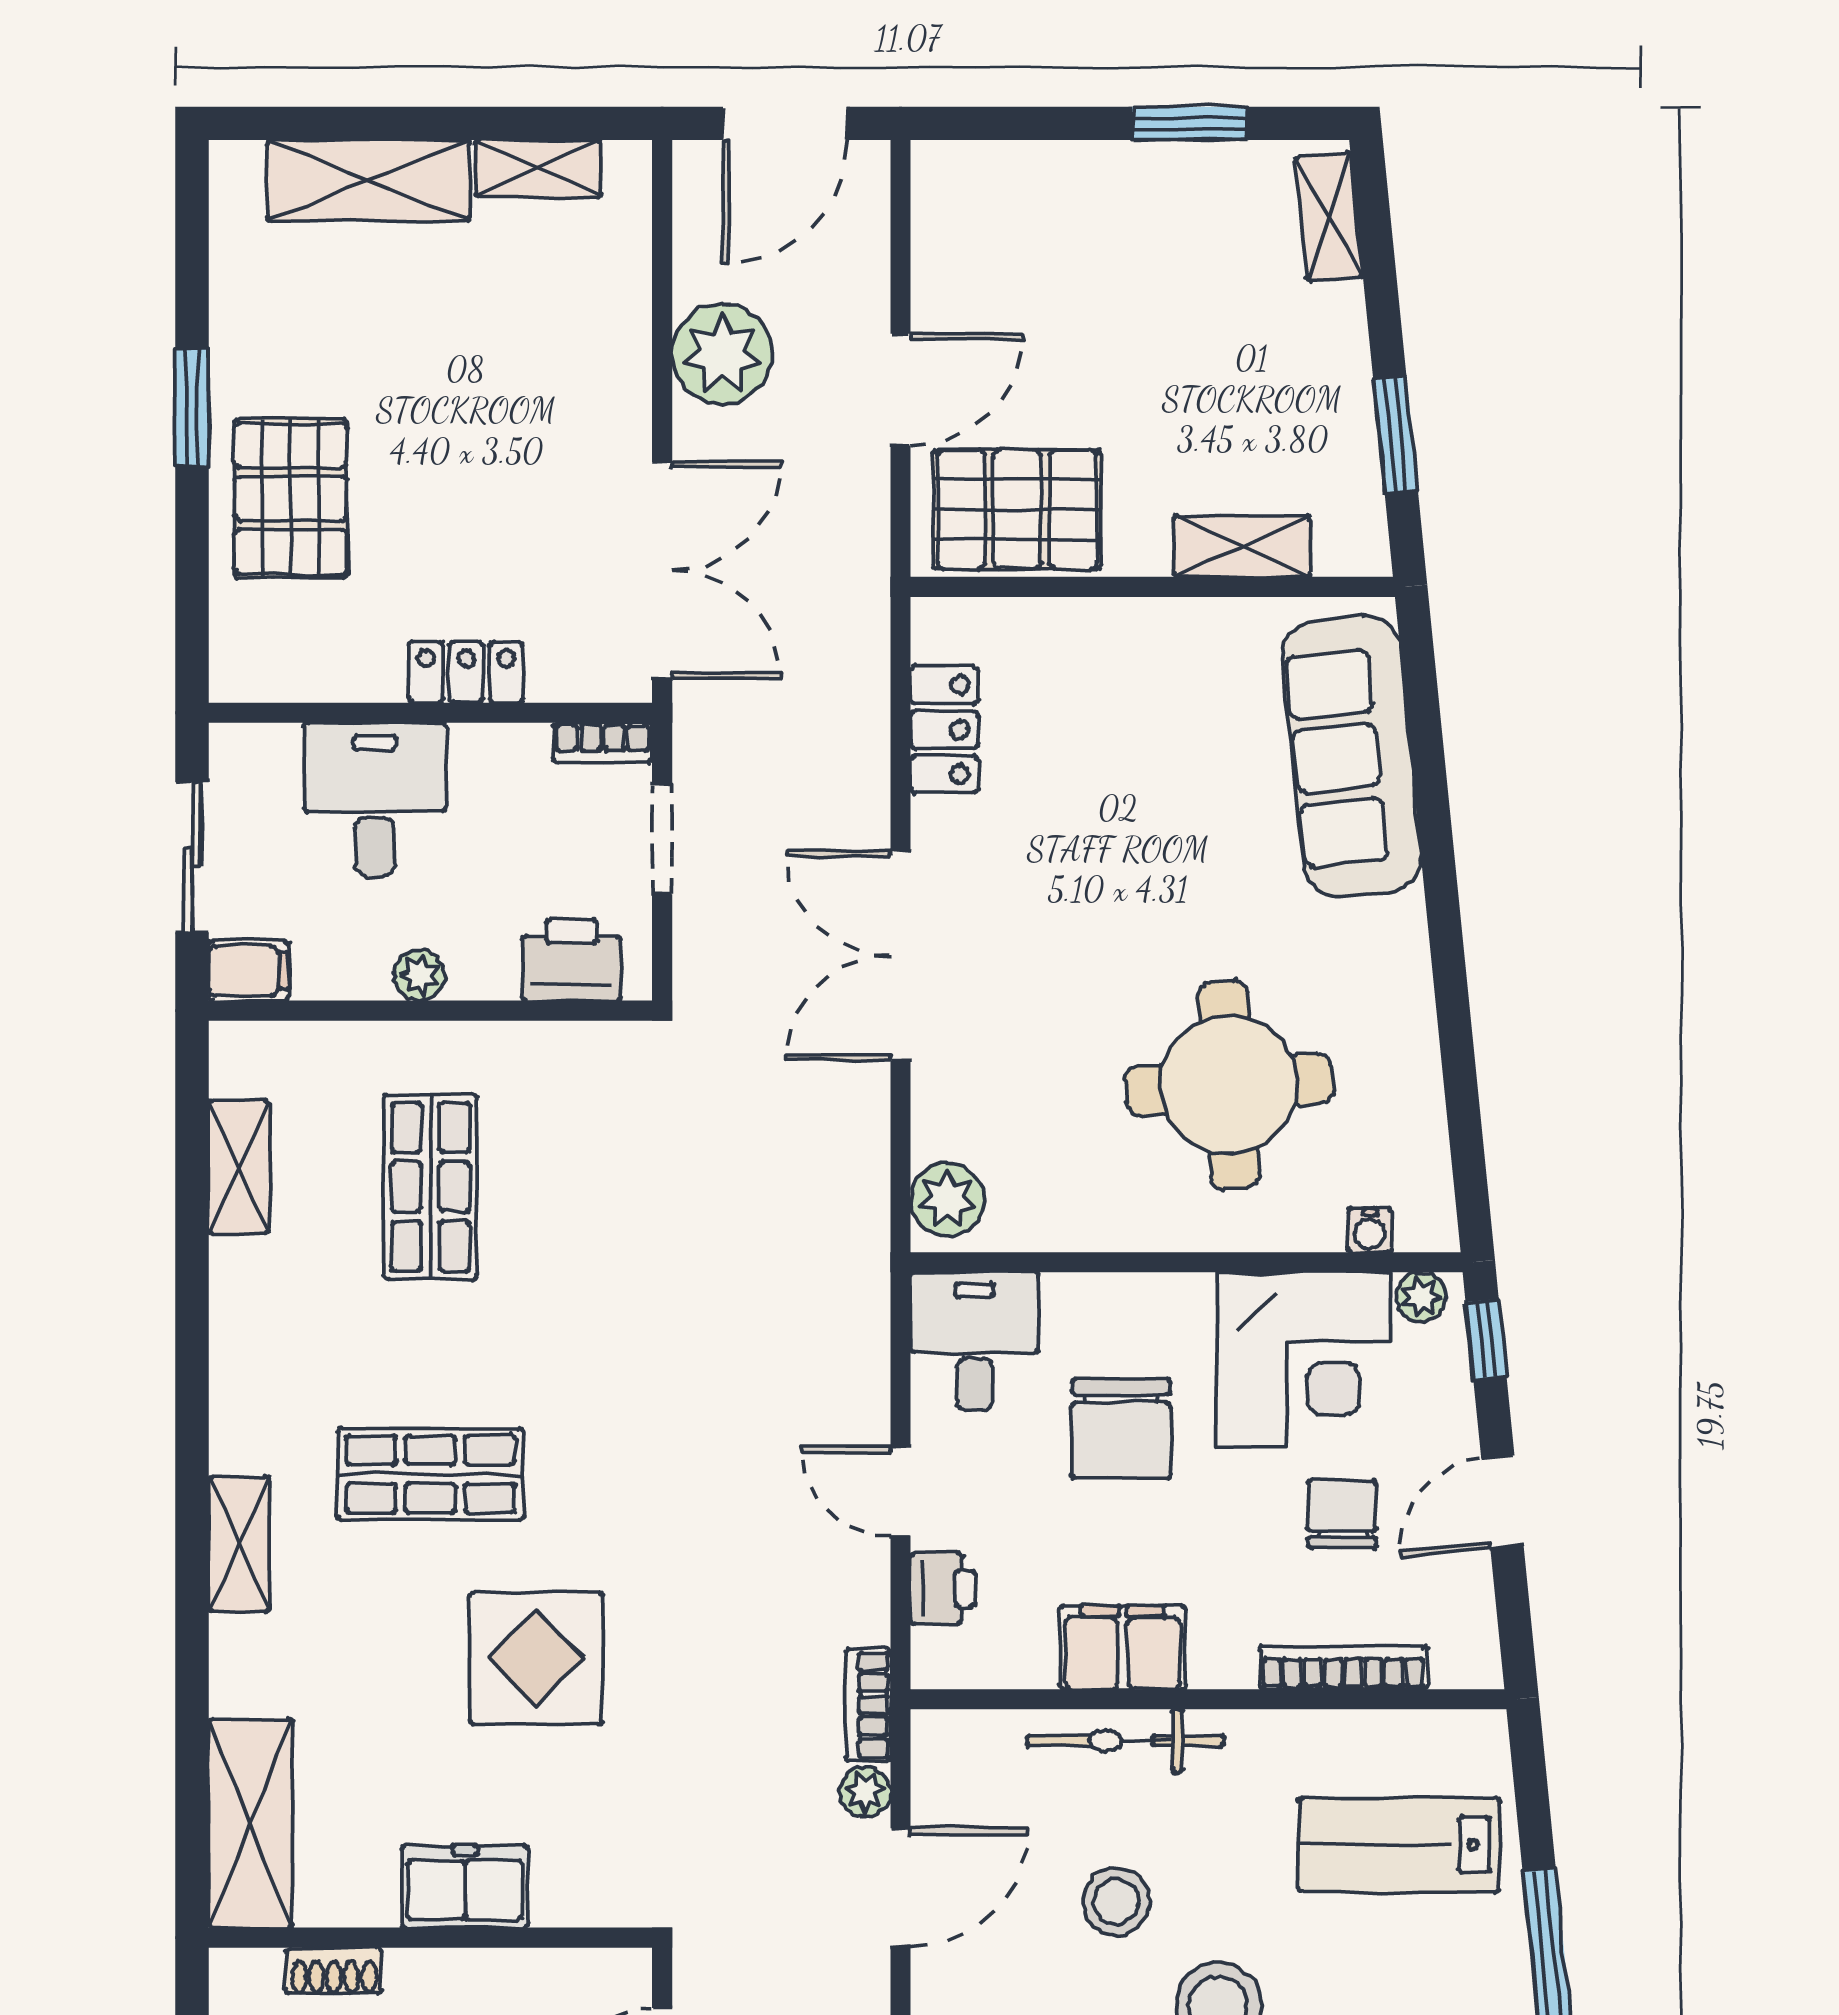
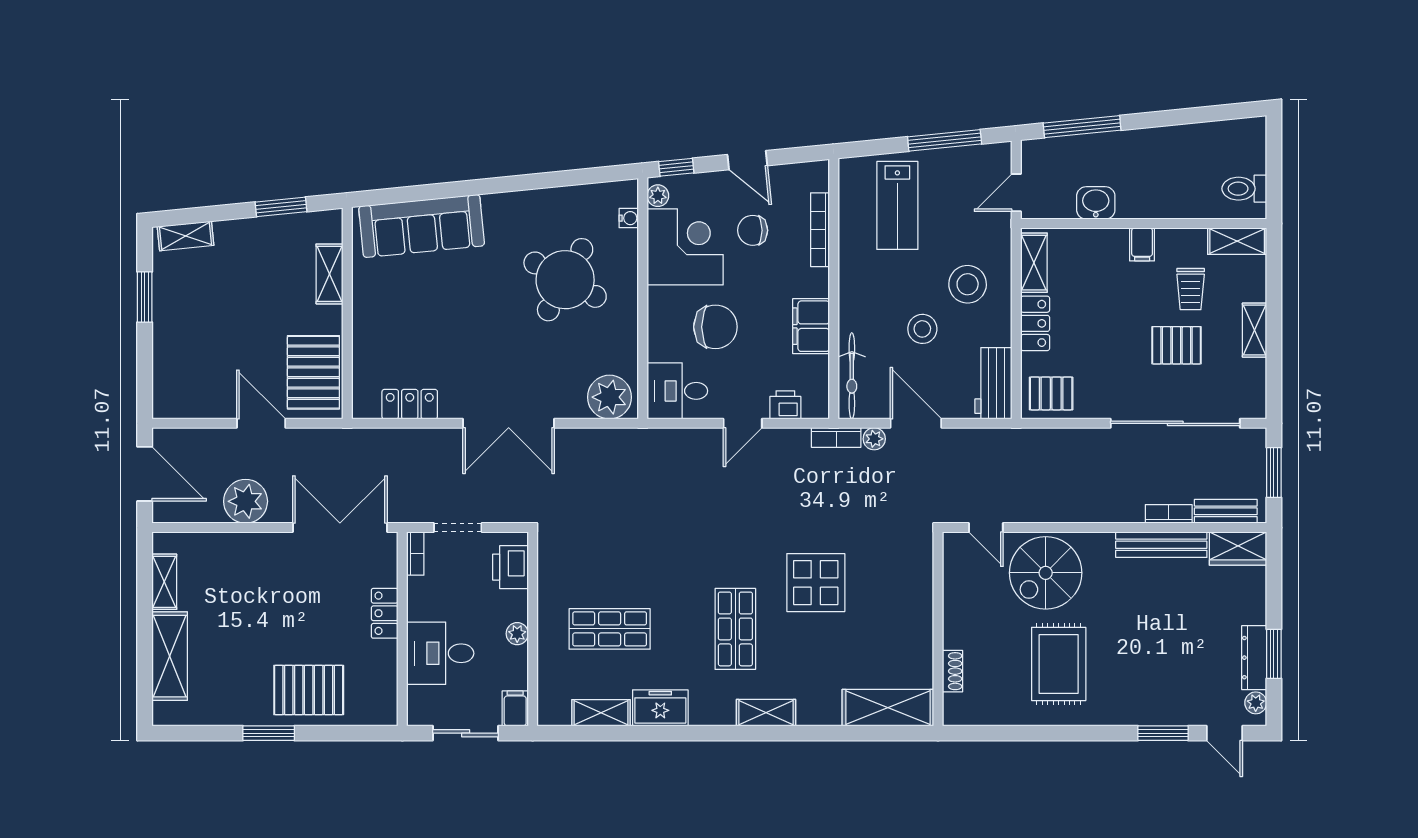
round table: (1229, 1085) -> (565, 280), turned 33
plant: (947, 1200) -> (609, 397), width x1.36, depth x1.36
bicycle: (1125, 1741) -> (852, 376), moved
freezer: (465, 1886) -> (660, 708), moved, turned 90

